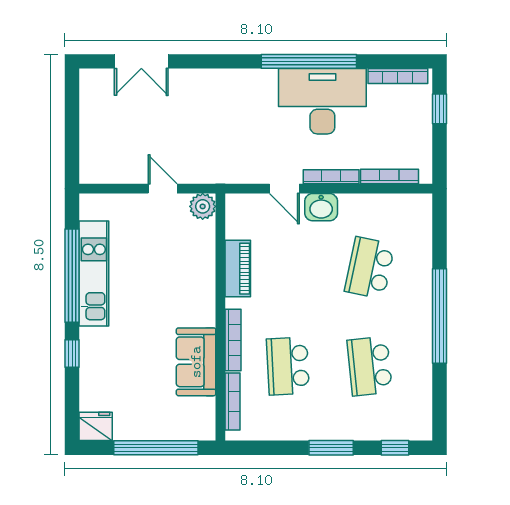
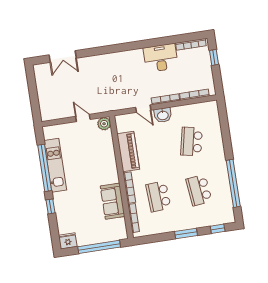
window: (309, 61) -> (146, 44), removed
desk: (322, 101) -> (161, 58), width x0.73, depth x0.77
piano: (238, 269) -> (128, 152), width x1.37, depth x1.33
window: (440, 316) -> (233, 183), moved

